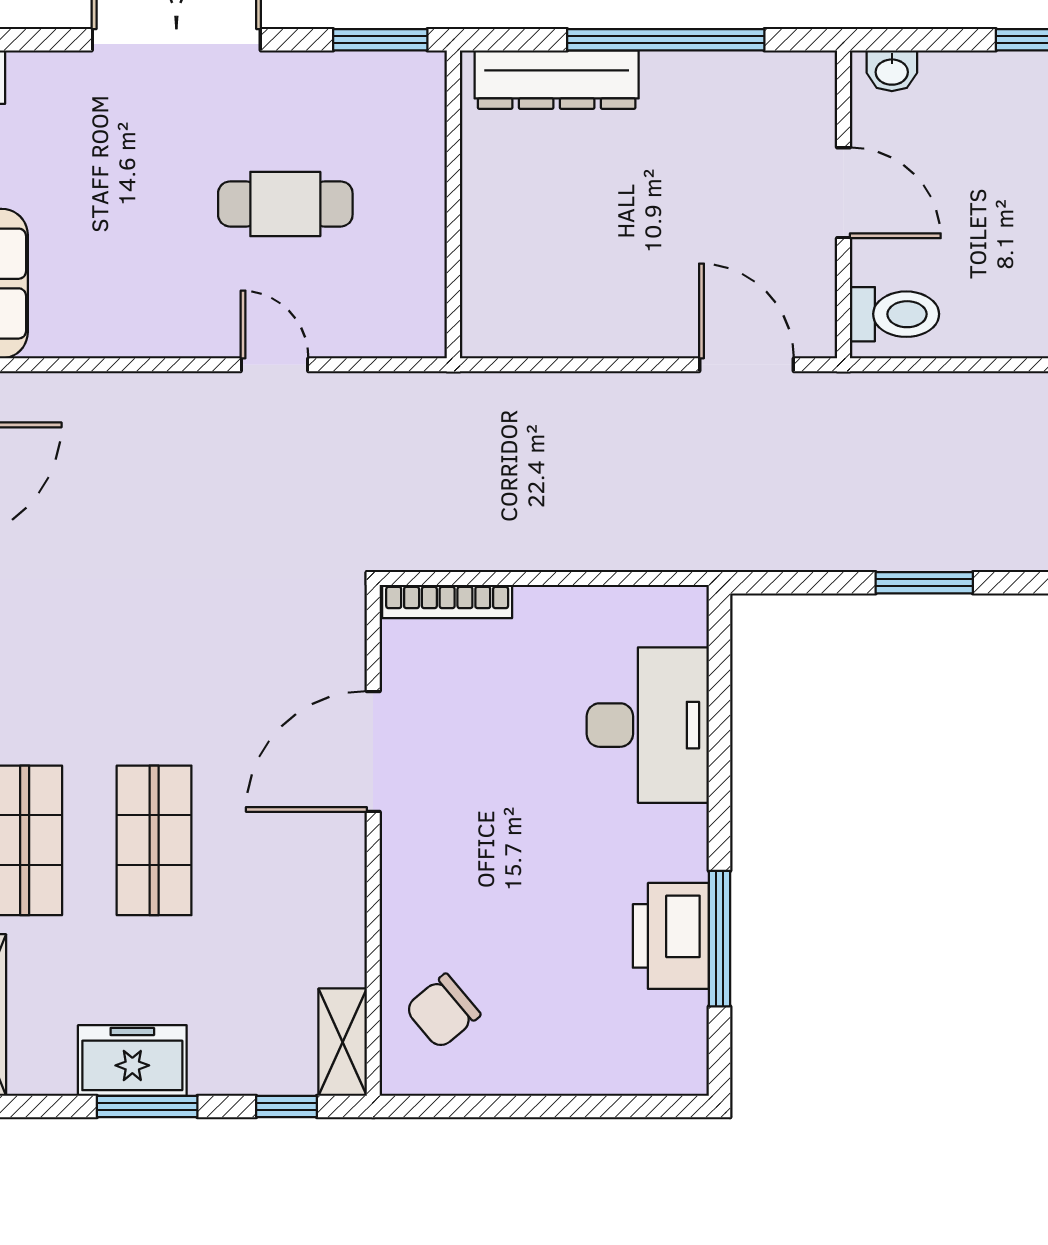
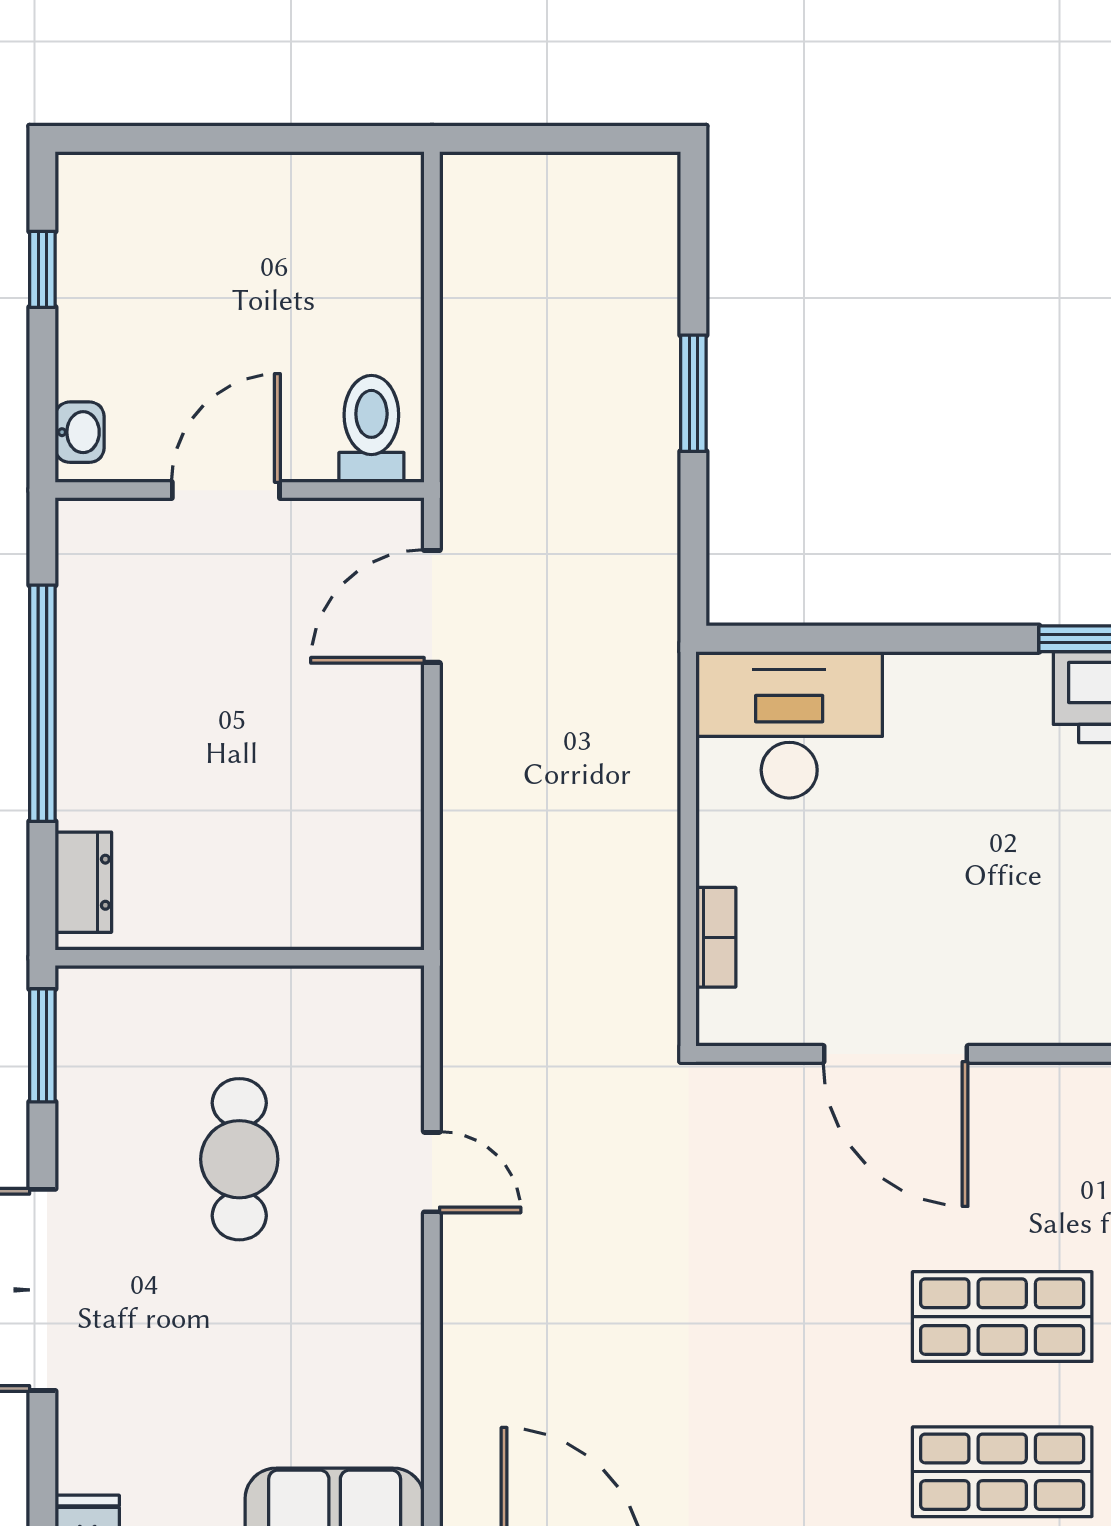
dresser: (557, 80) -> (83, 882), width x0.51, depth x0.80
door: (275, 365) -> (432, 1172), swing flipped
bookcase: (447, 602) -> (716, 937), width x0.64
desk: (648, 725) -> (789, 725), moved

